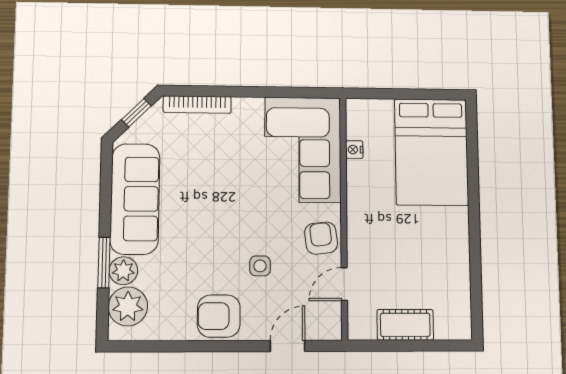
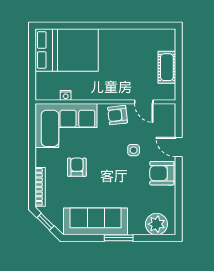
armchair: (231, 167) -> (77, 167), added
window: (104, 263) -> (119, 238), moved
plant: (123, 271) -> (136, 227), removed
armchair: (219, 316) -> (162, 173), turned 90
door: (287, 346) -> (179, 147), moved

